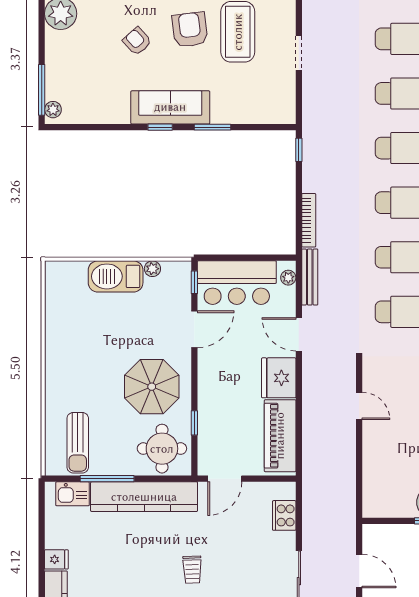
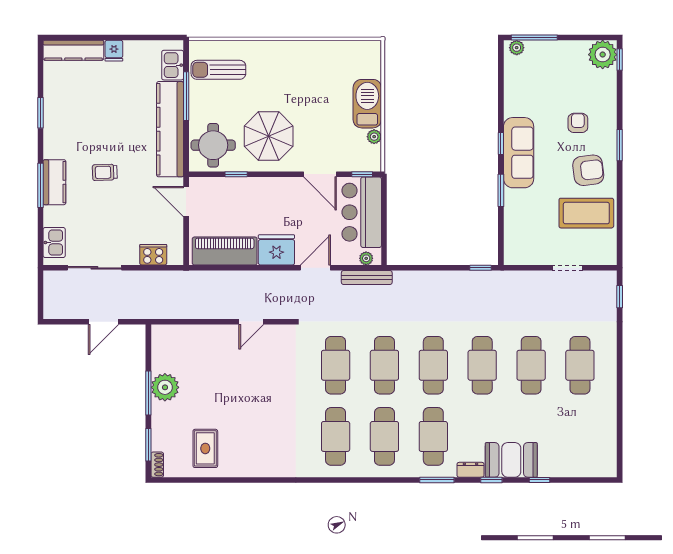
armchair: (137, 41) -> (578, 123), turned -48
bookcase: (309, 220) -> (418, 277), removed

